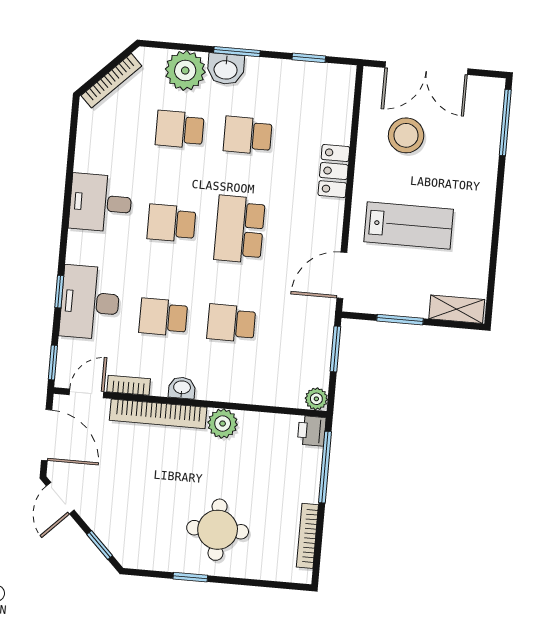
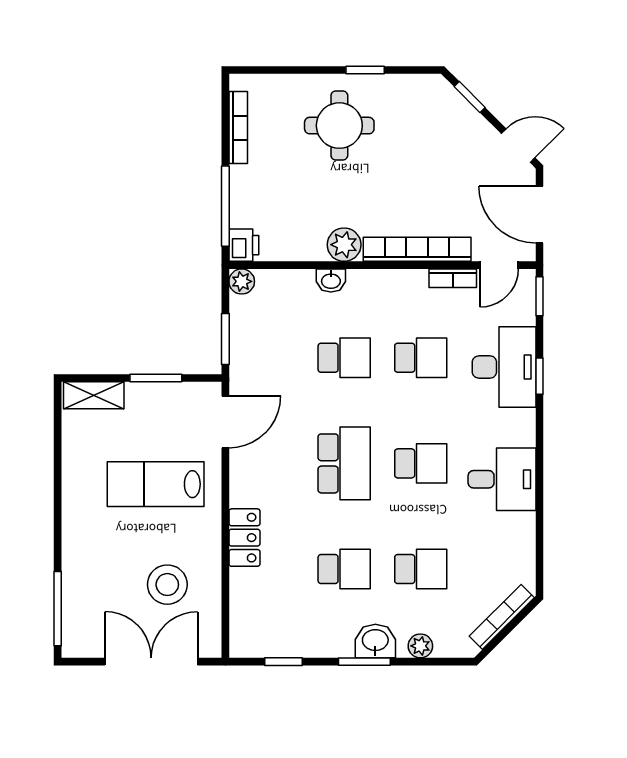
plant: (185, 71) -> (420, 646), width x0.53, depth x0.53
washbasin: (182, 388) -> (331, 281), moved
door: (60, 498) -> (518, 146), hinge flipped

